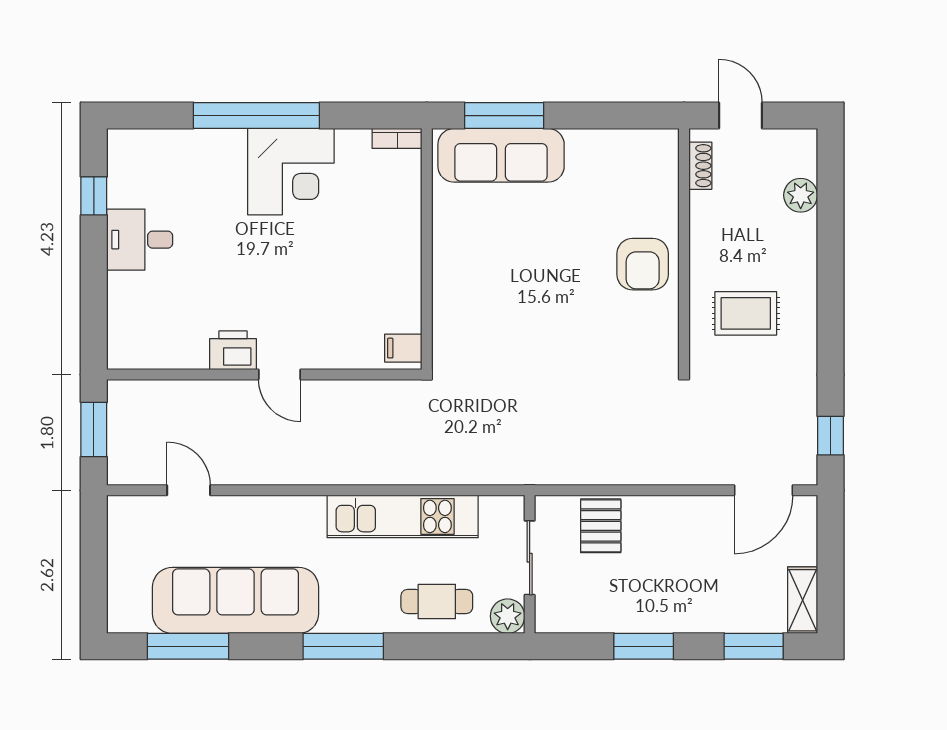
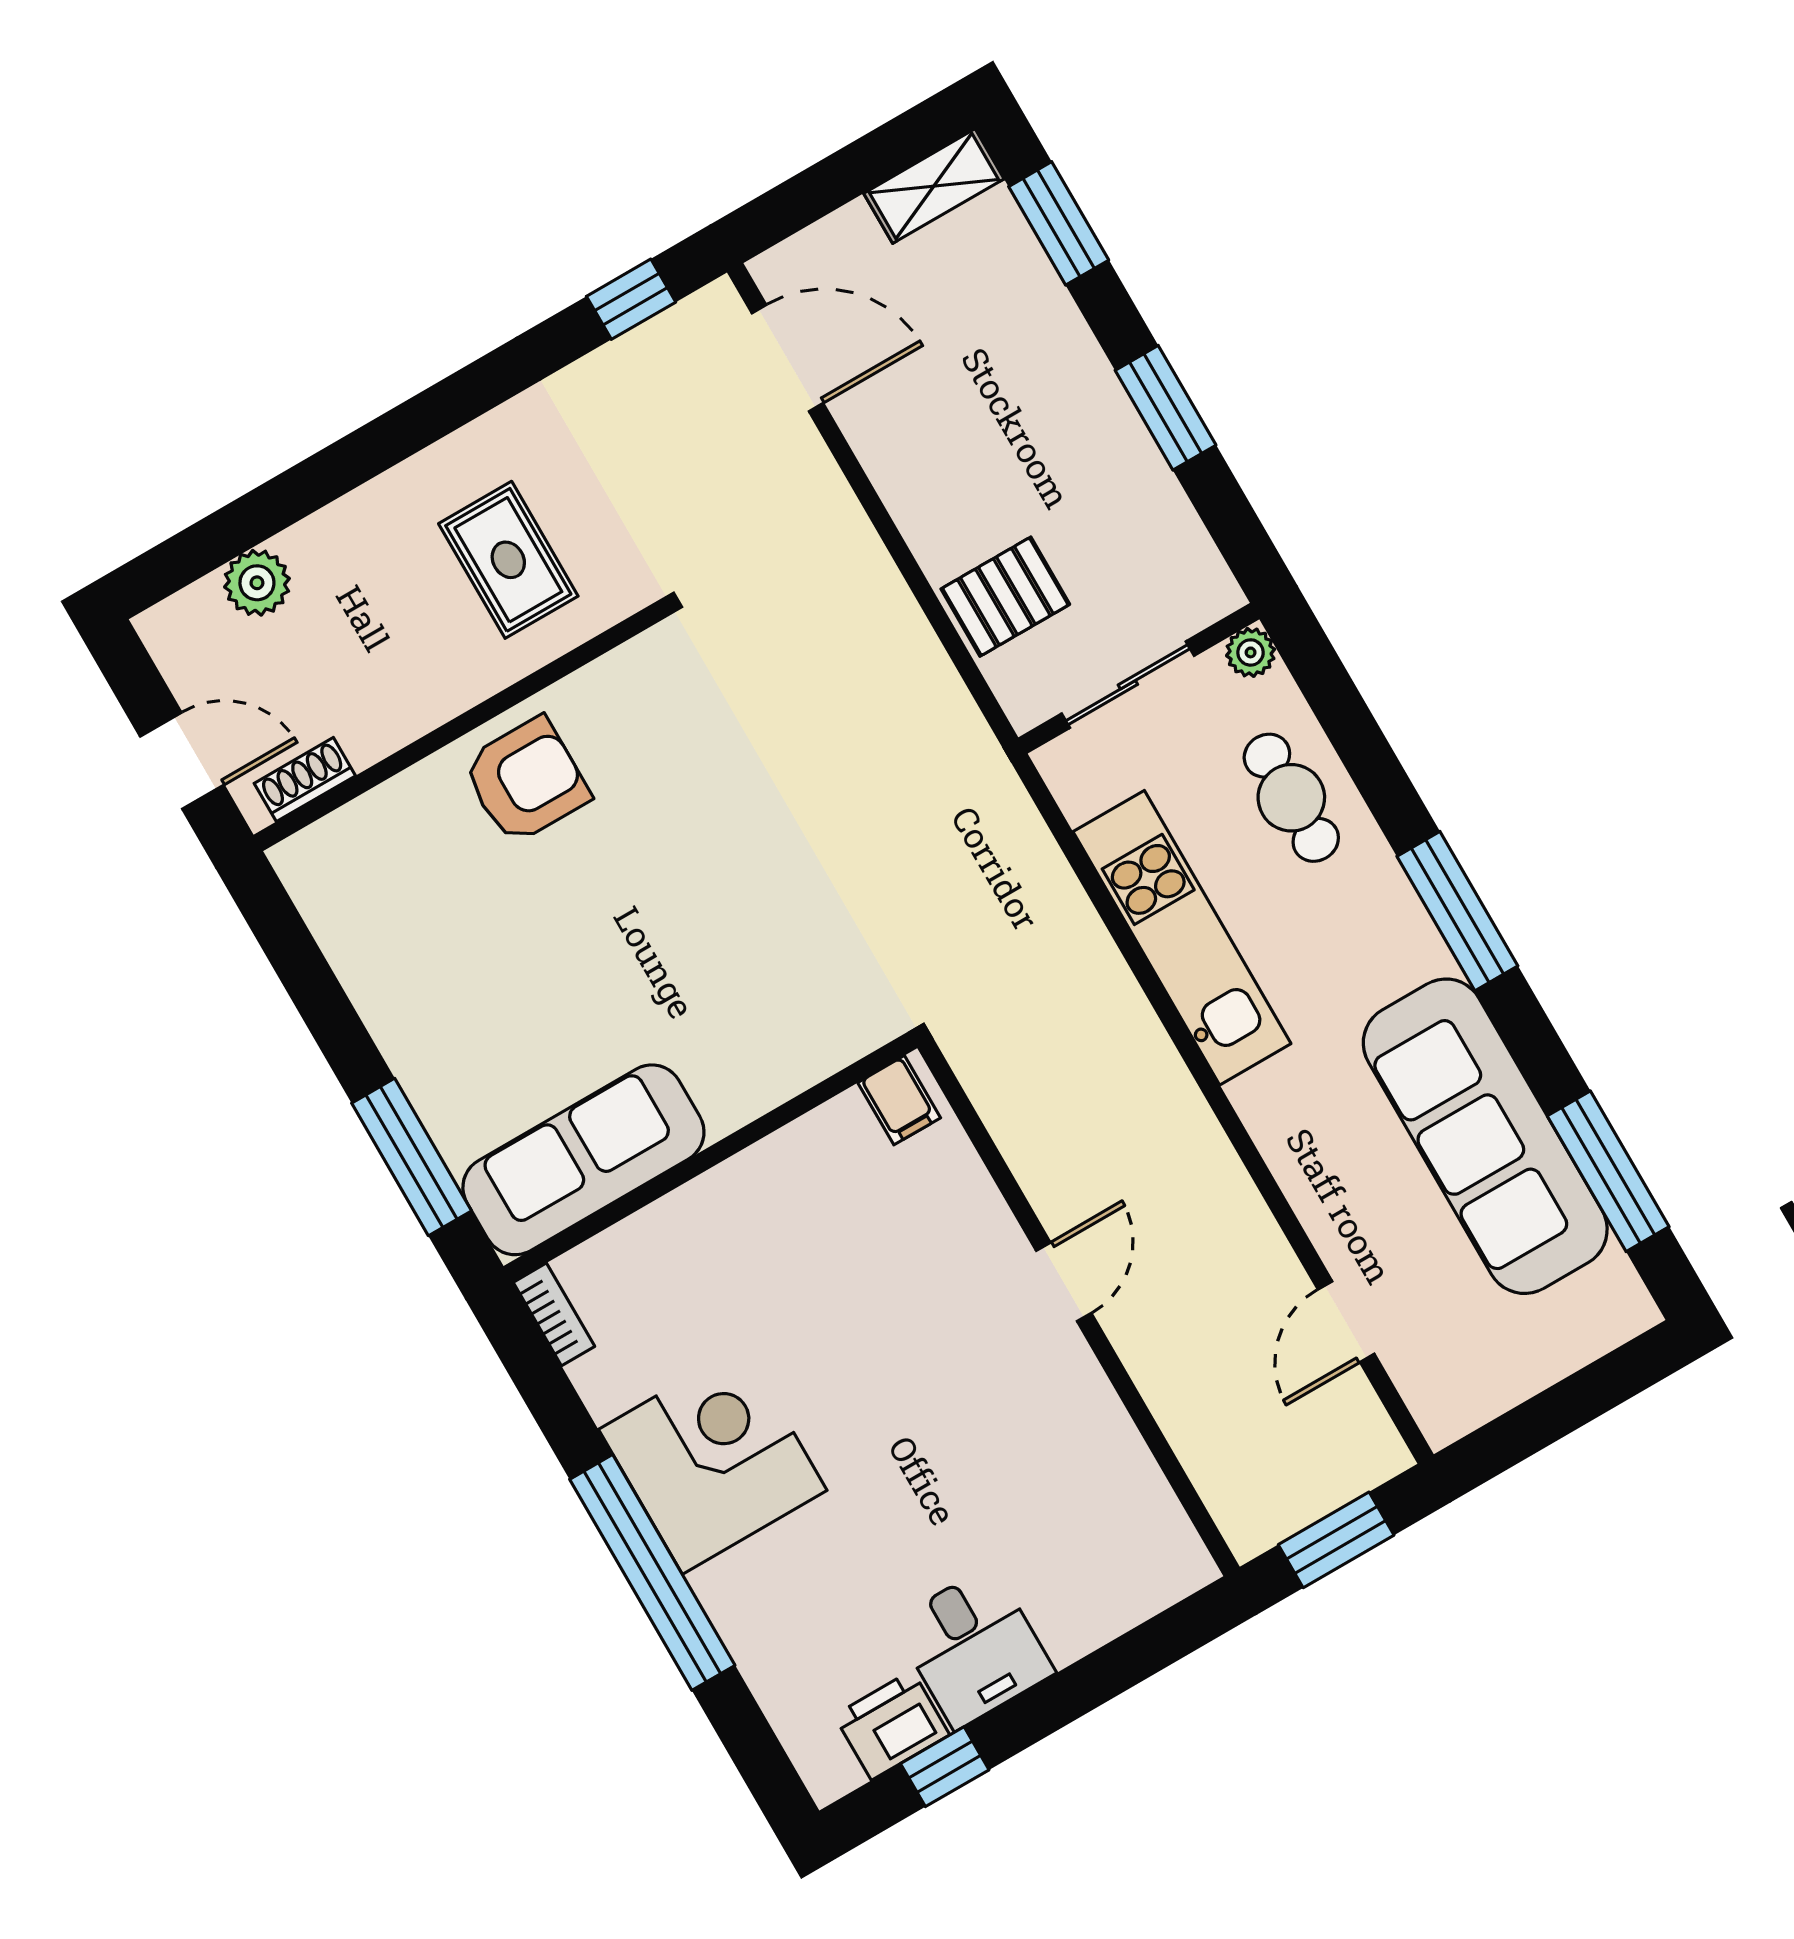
door: (741, 116) -> (182, 761), swing flipped
sofa: (501, 155) -> (583, 1160), moved, turned -90
printer: (233, 350) -> (892, 1725), moved, turned 90
plant: (508, 616) -> (1251, 652), width x0.73, depth x0.73

